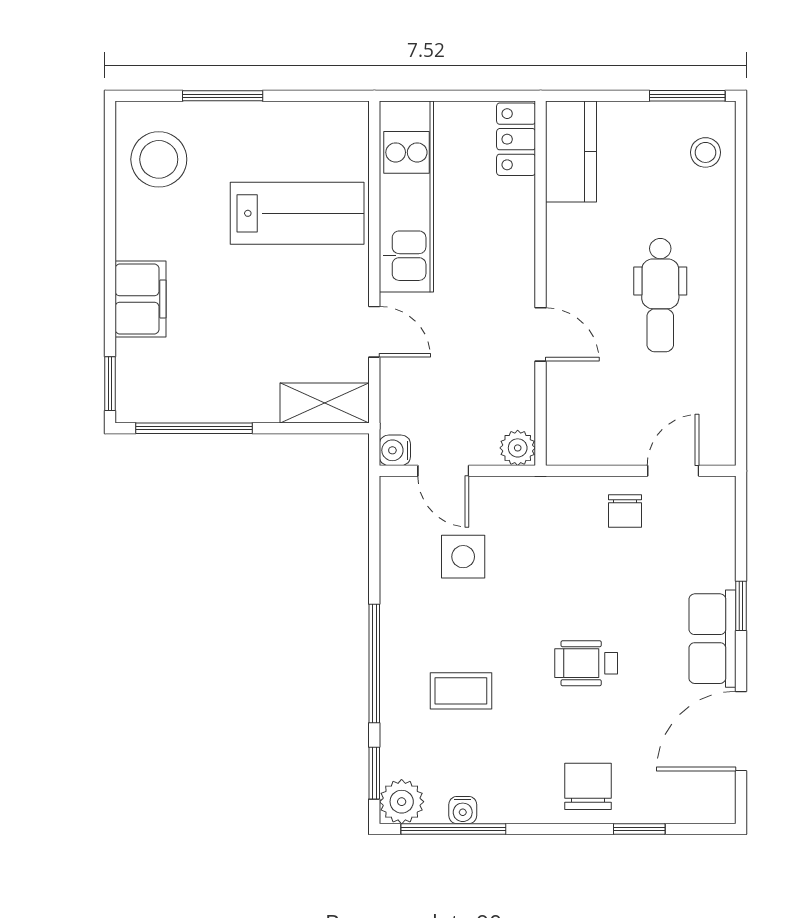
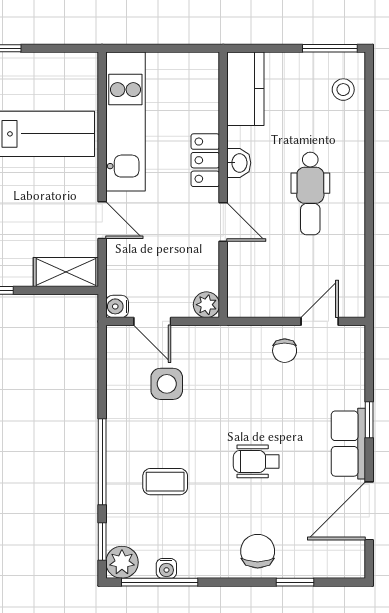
locker: (516, 139) -> (205, 160), moved
washbasin: (562, 253) -> (239, 163), added

